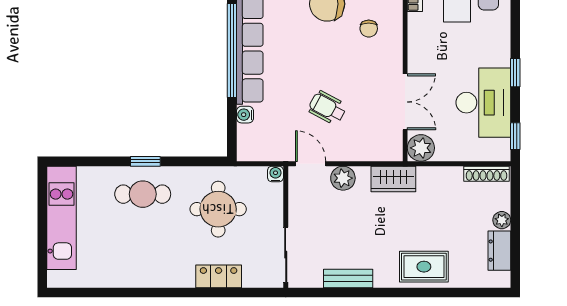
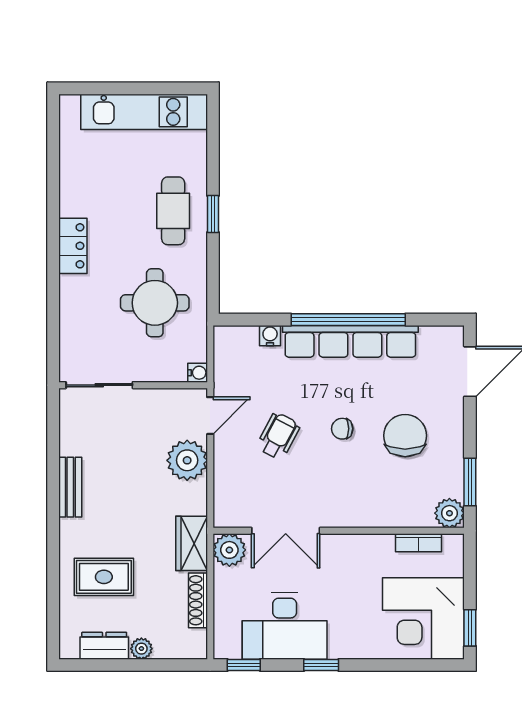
chair: (369, 29) -> (342, 429), moved
shoe rack: (486, 174) -> (198, 600), moved
plant: (343, 178) -> (187, 460), width x1.36, depth x1.36
wardrobe: (393, 179) -> (192, 543), moved
rug: (424, 267) -> (104, 577), moved, turned 90
locker: (219, 276) -> (73, 246), moved
bench: (348, 278) -> (70, 487), moved

